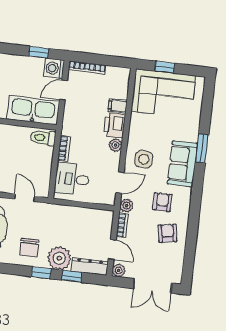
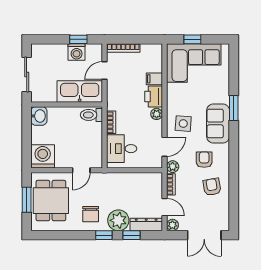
washing machine: (54, 68) -> (77, 52), moved, turned -90
door: (25, 198) -> (81, 170), swing flipped

